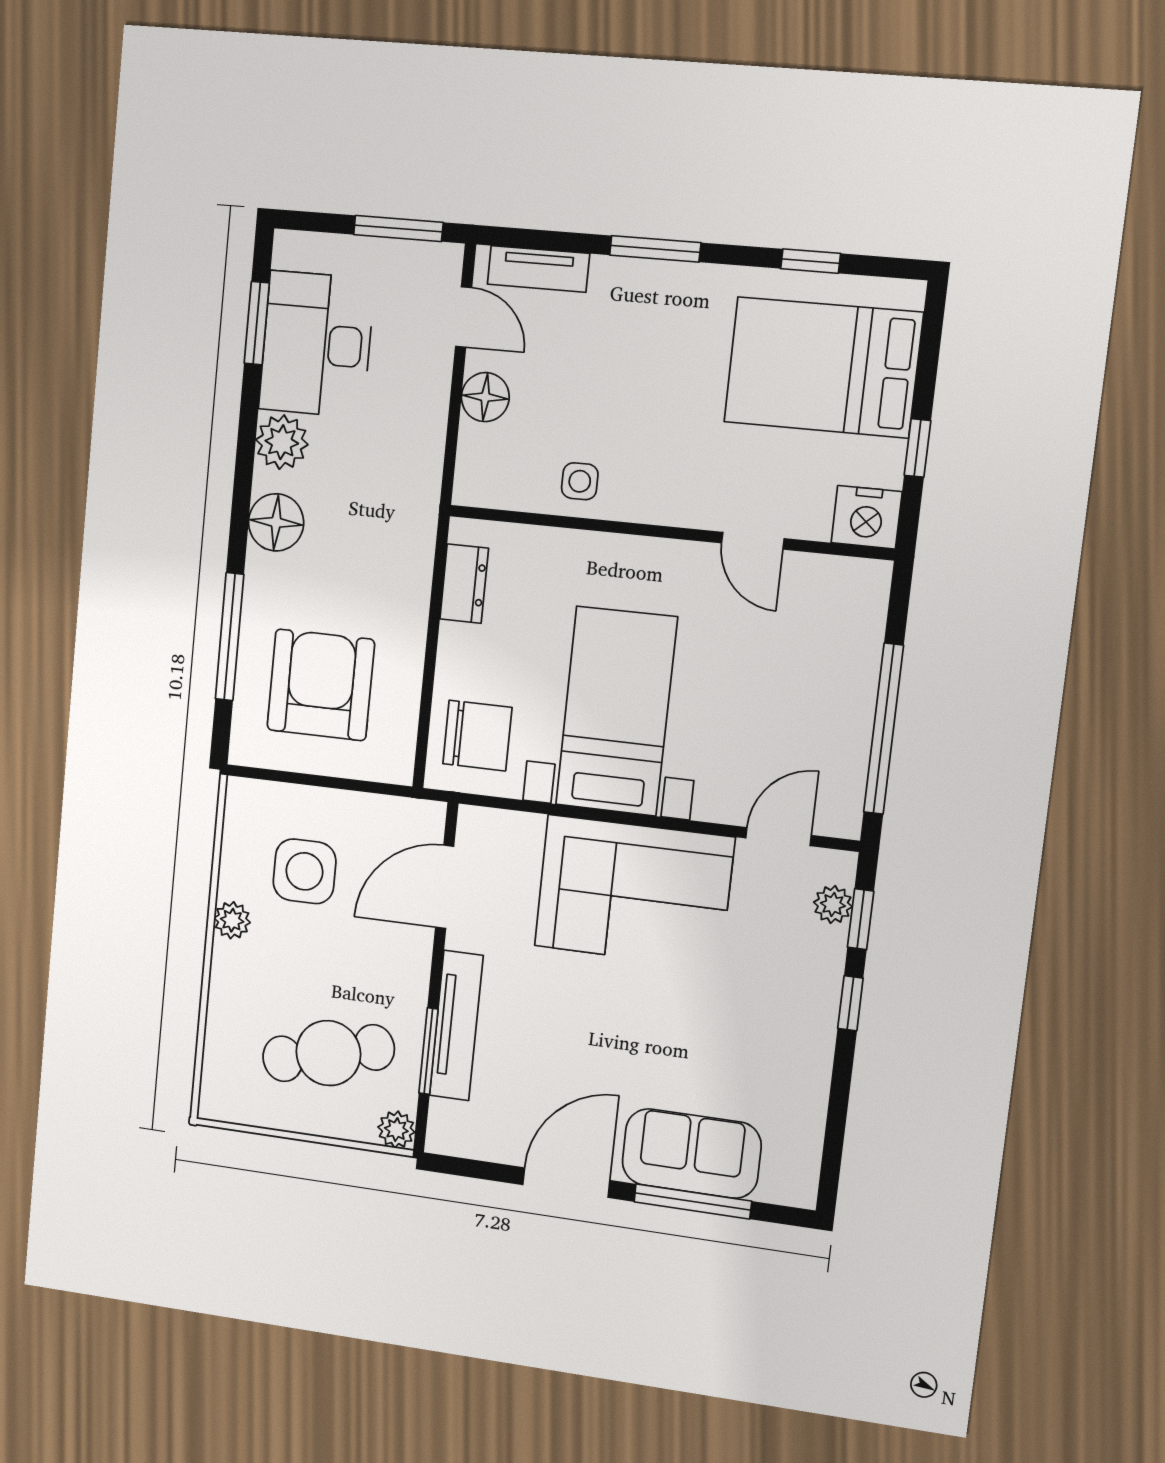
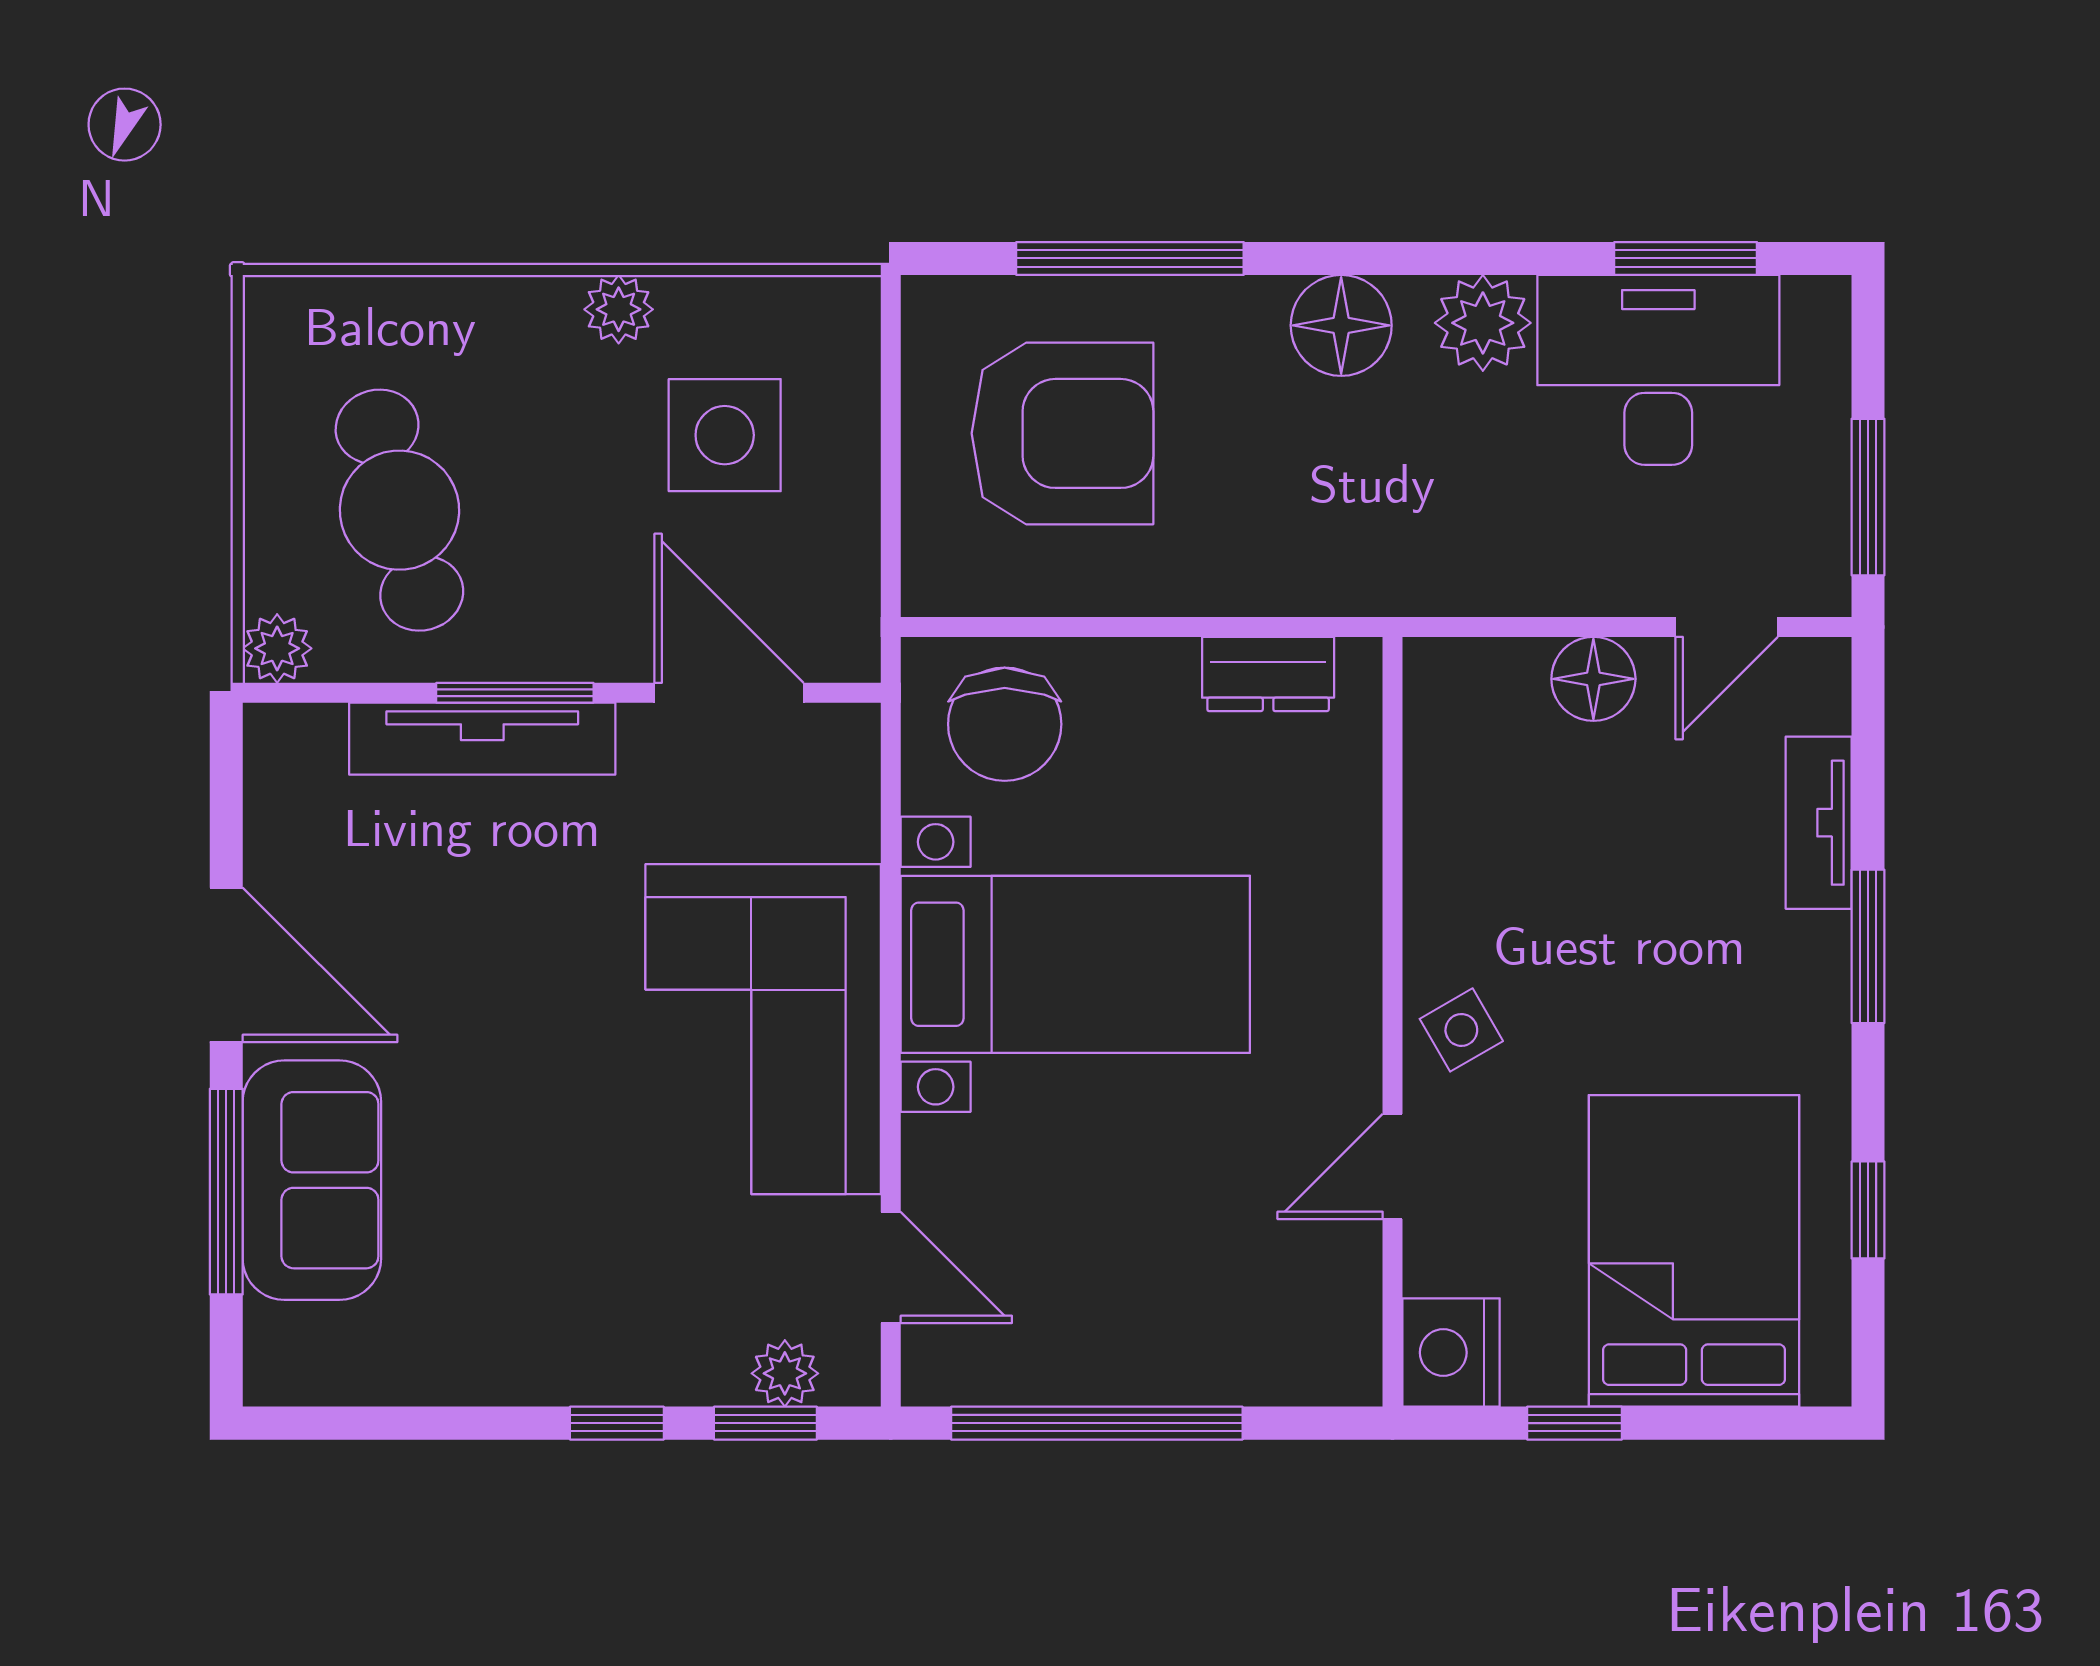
tv unit: (538, 269) -> (1819, 823), moved
side table: (580, 481) -> (1461, 1030), moved, turned -30
window: (428, 1051) -> (515, 693), moved

